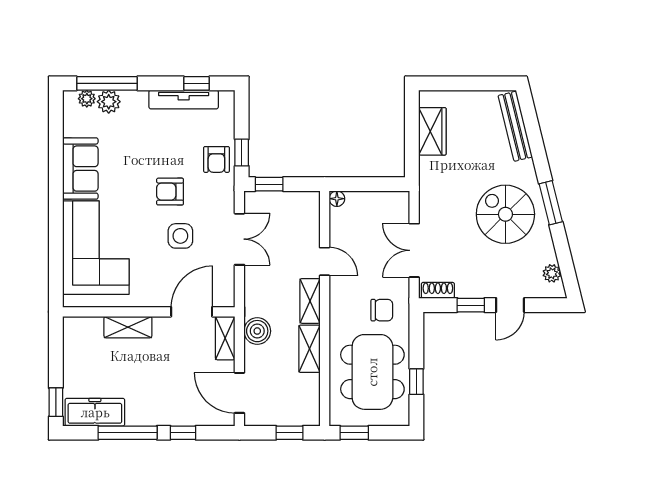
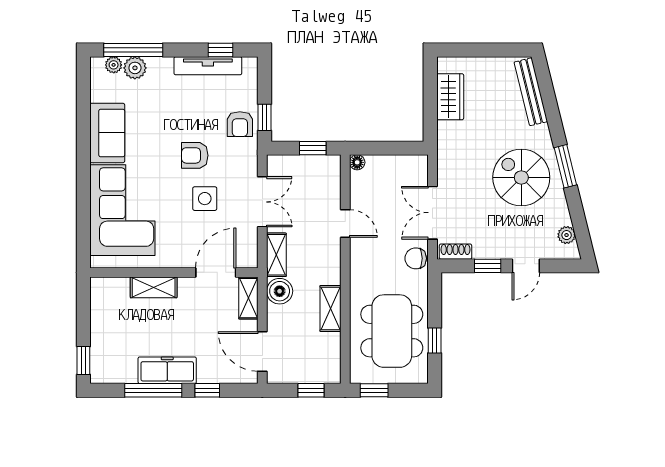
window: (269, 184) -> (313, 148), moved
shelving: (310, 301) -> (276, 255), moved
chair: (382, 310) -> (416, 258), moved, turned 180
freezer: (95, 412) -> (167, 370), moved

